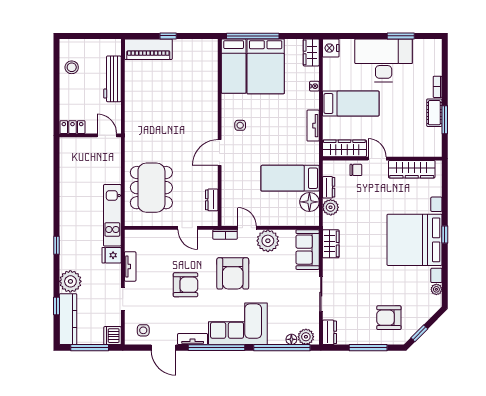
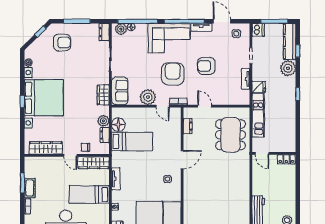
locker: (73, 127) -> (286, 159), moved
wall: (90, 135) -> (274, 153), moved
door: (107, 135) -> (262, 153), moved

